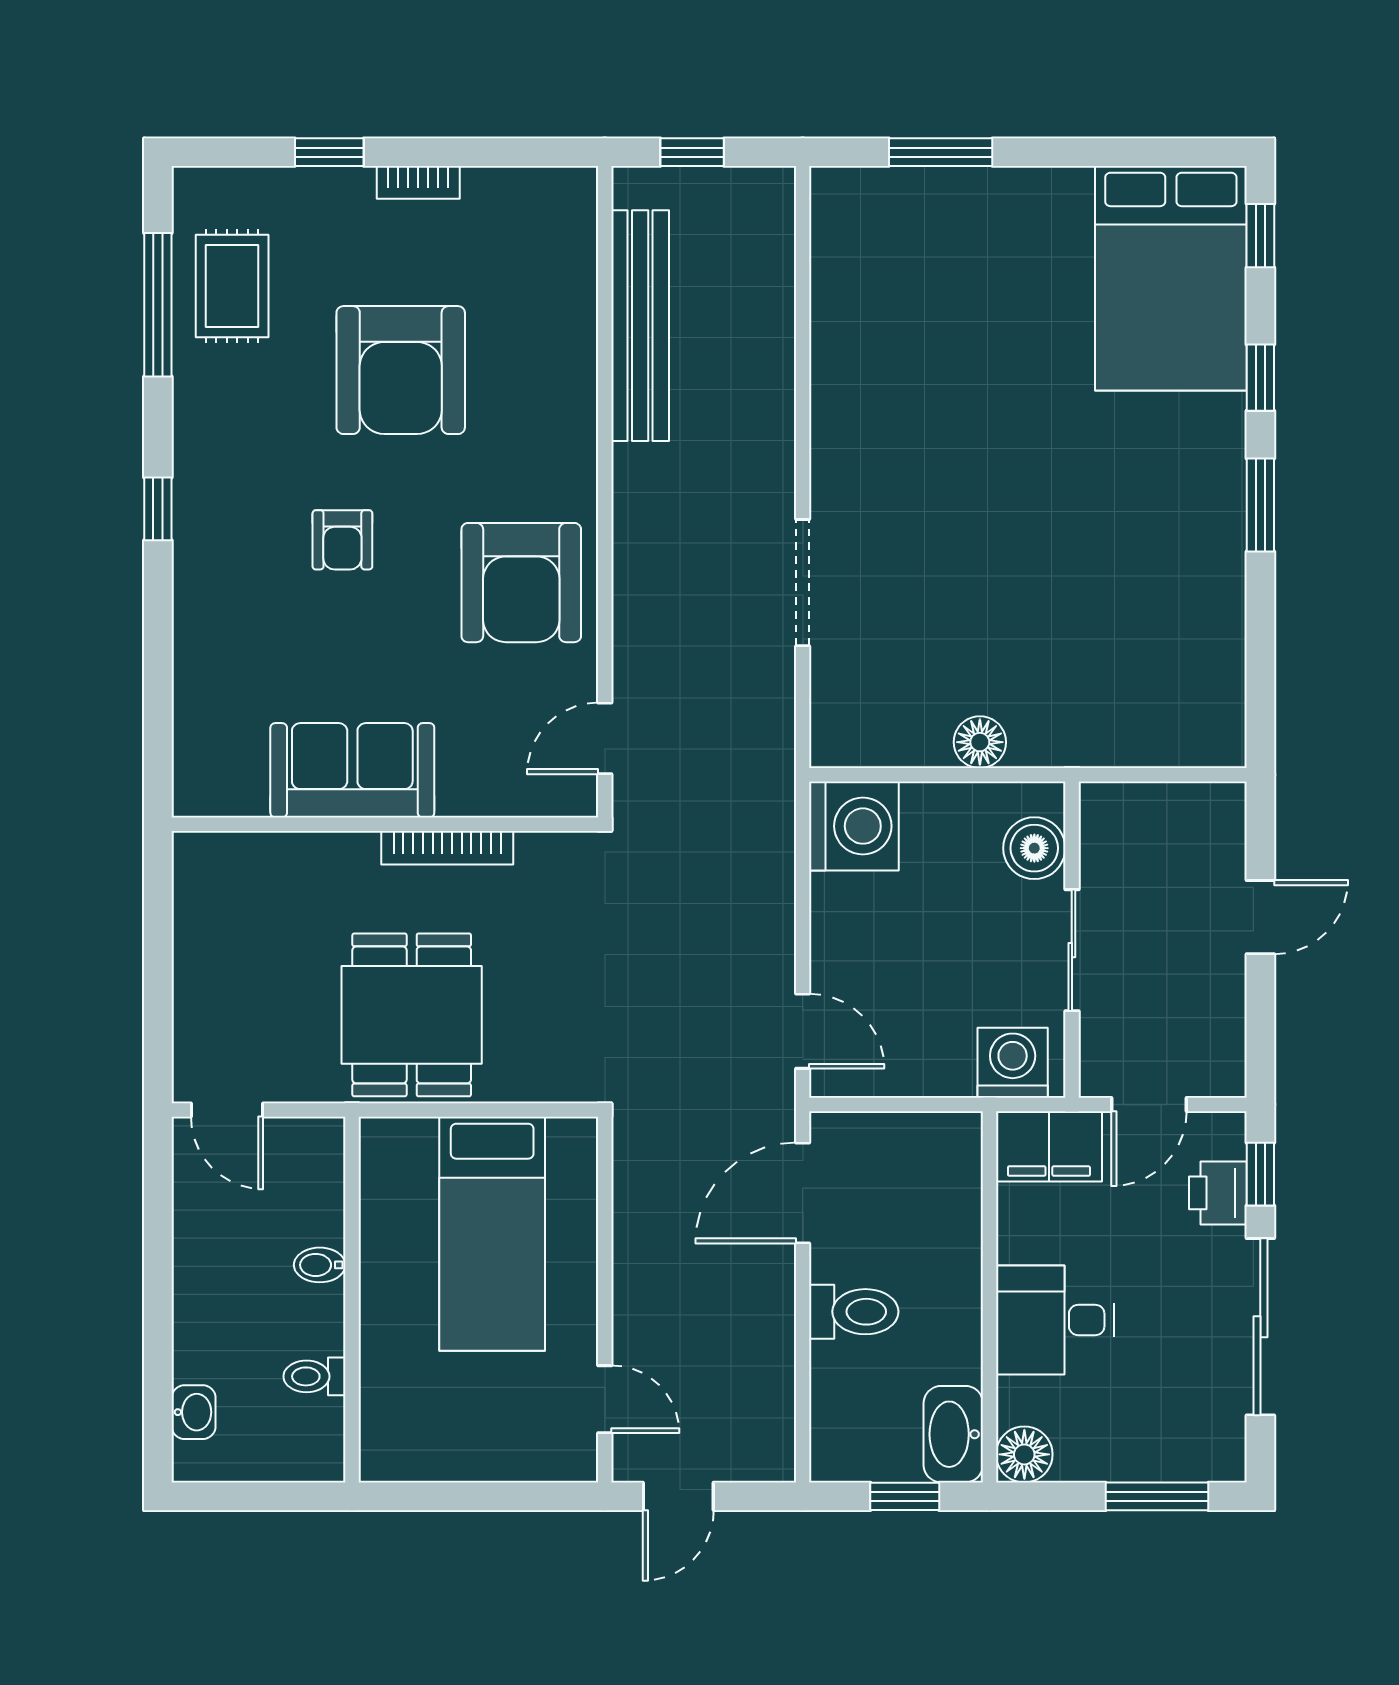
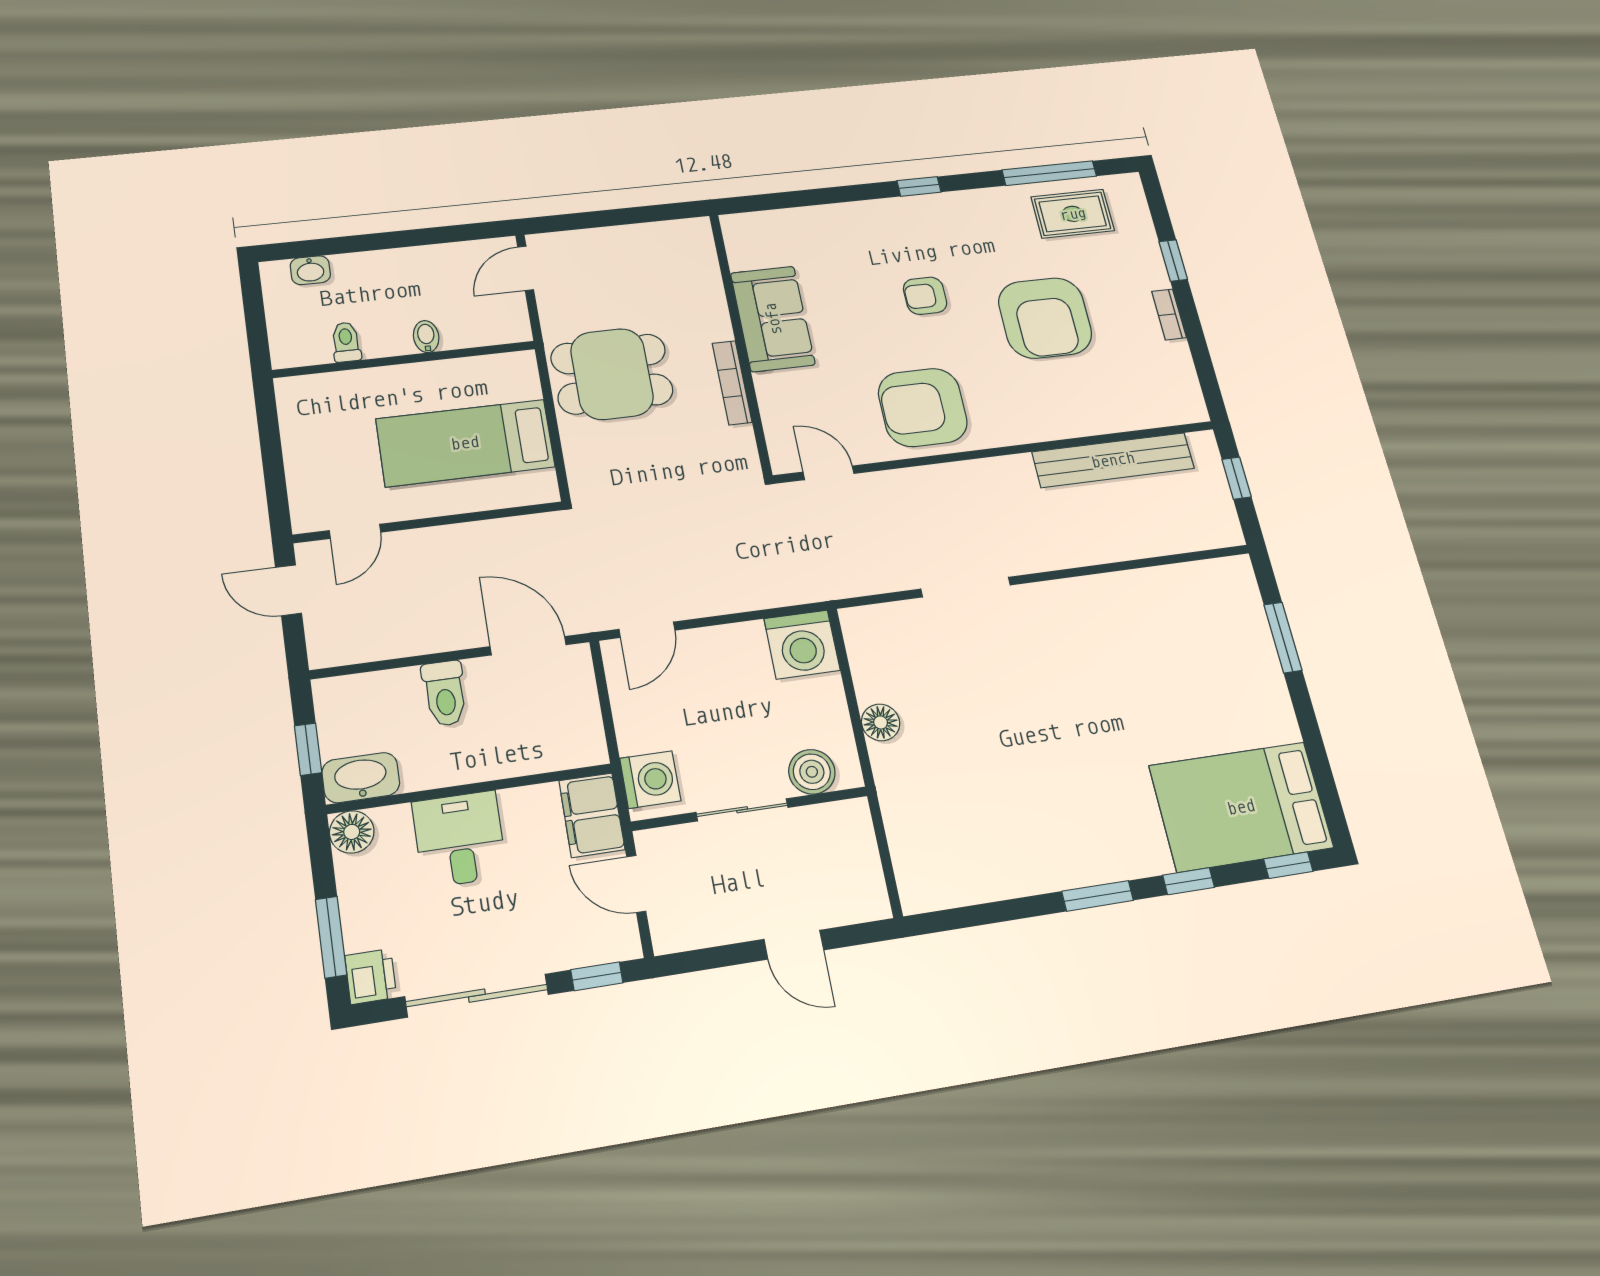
armchair: (401, 370) -> (1045, 318), turned -90
printer: (1218, 1193) -> (371, 977), moved, turned 90

